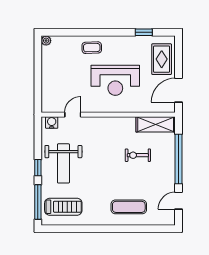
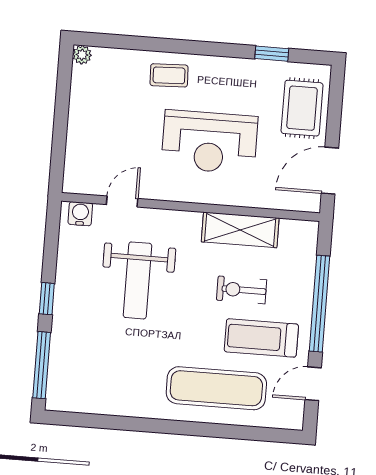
shelving: (156, 124) -> (240, 230), moved
weight bench: (63, 163) -> (138, 280), moved
treadmill: (63, 207) -> (261, 338), moved, turned 180
exercise mat: (129, 207) -> (216, 388), width x1.36, depth x1.45

